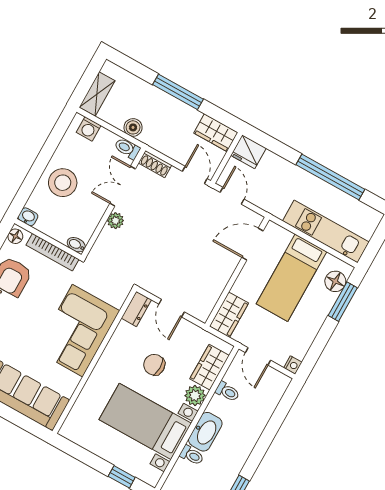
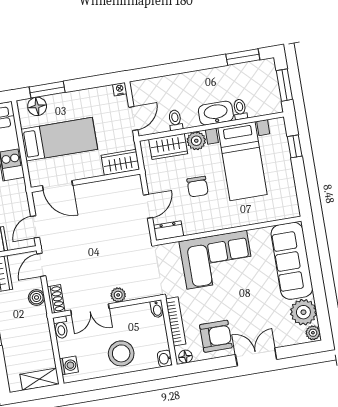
boiler: (133, 127) -> (37, 298), moved

